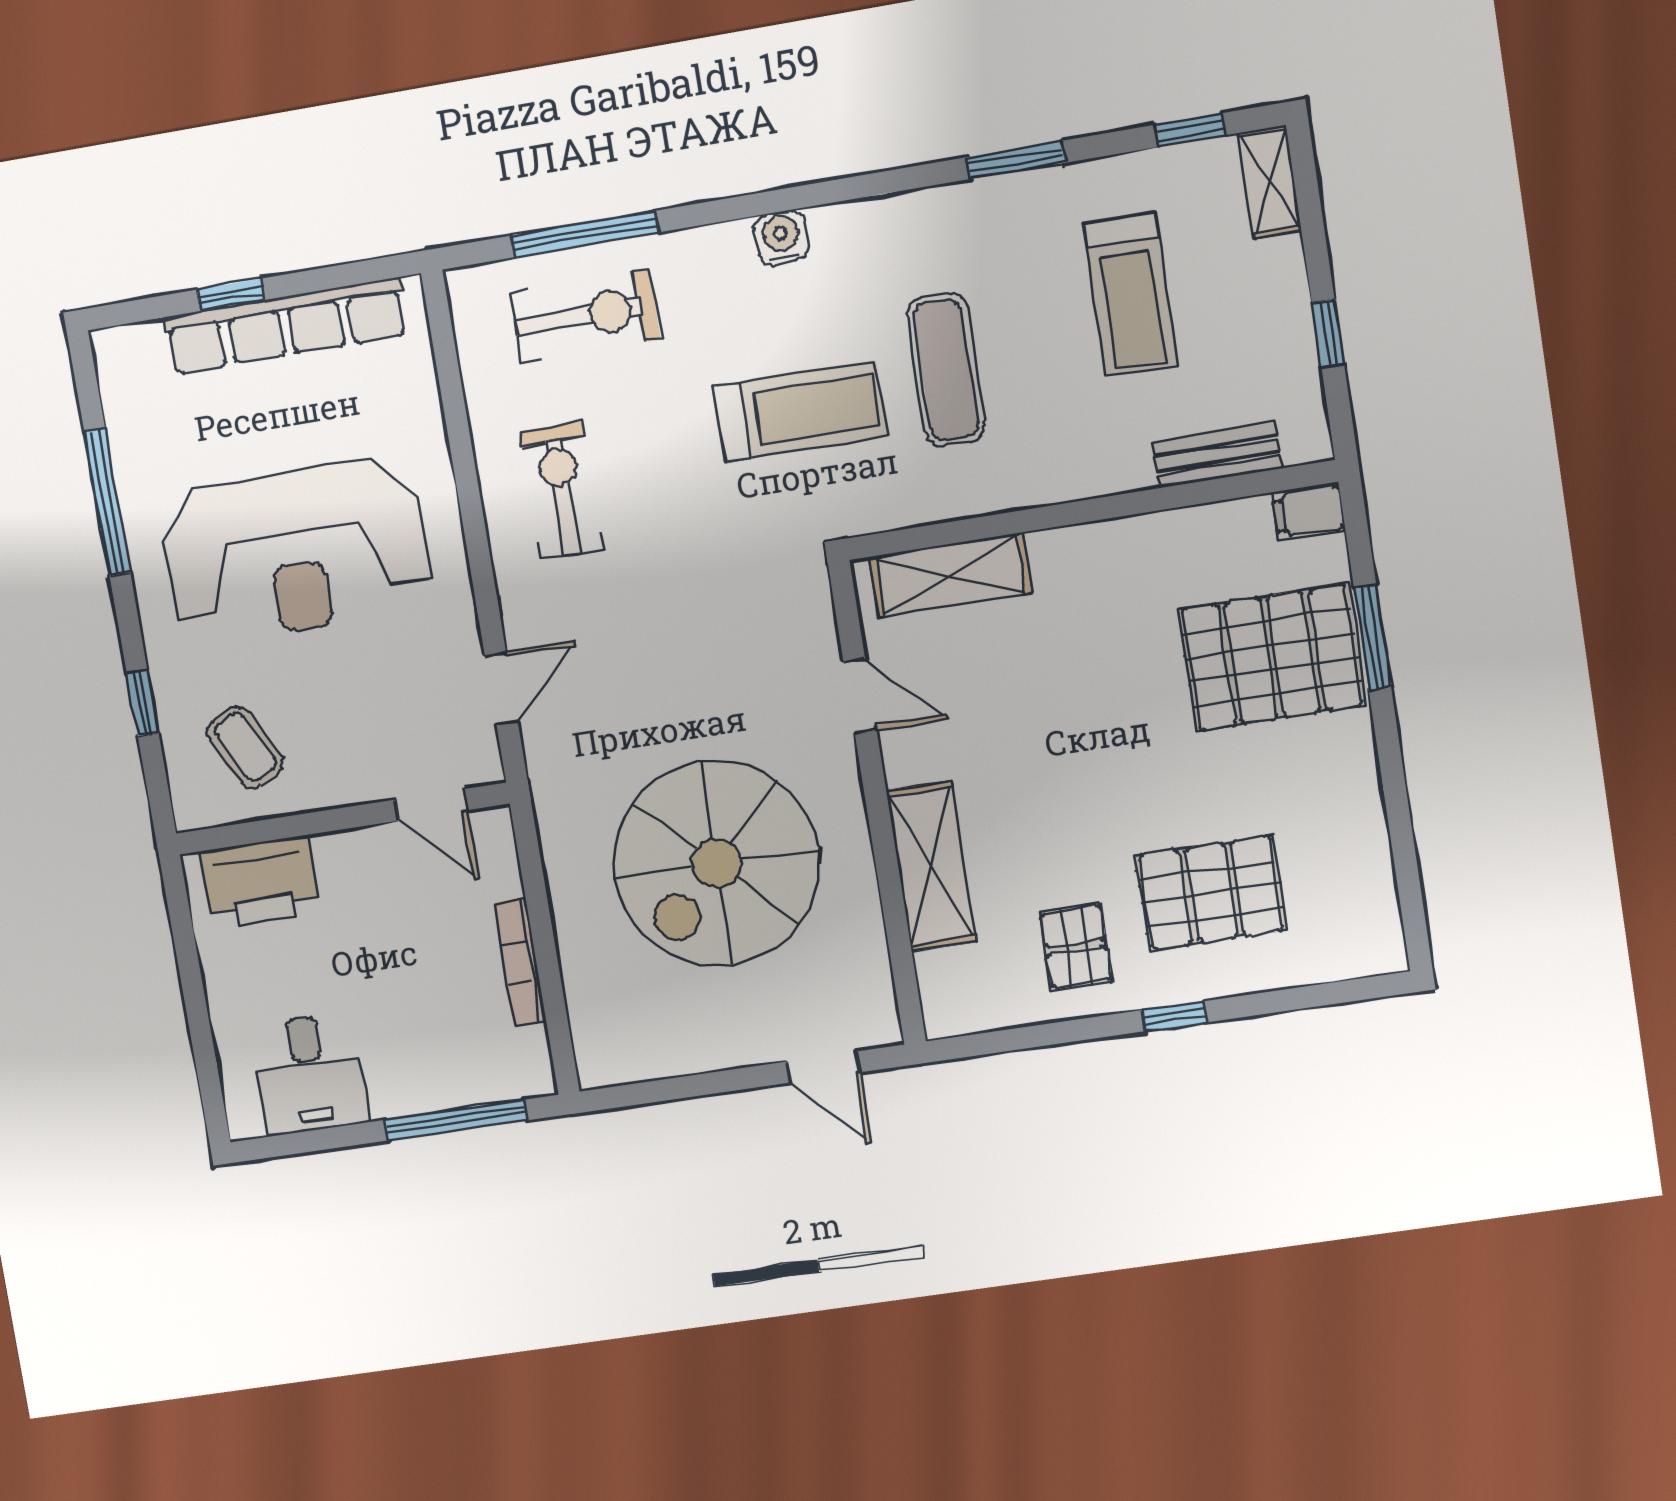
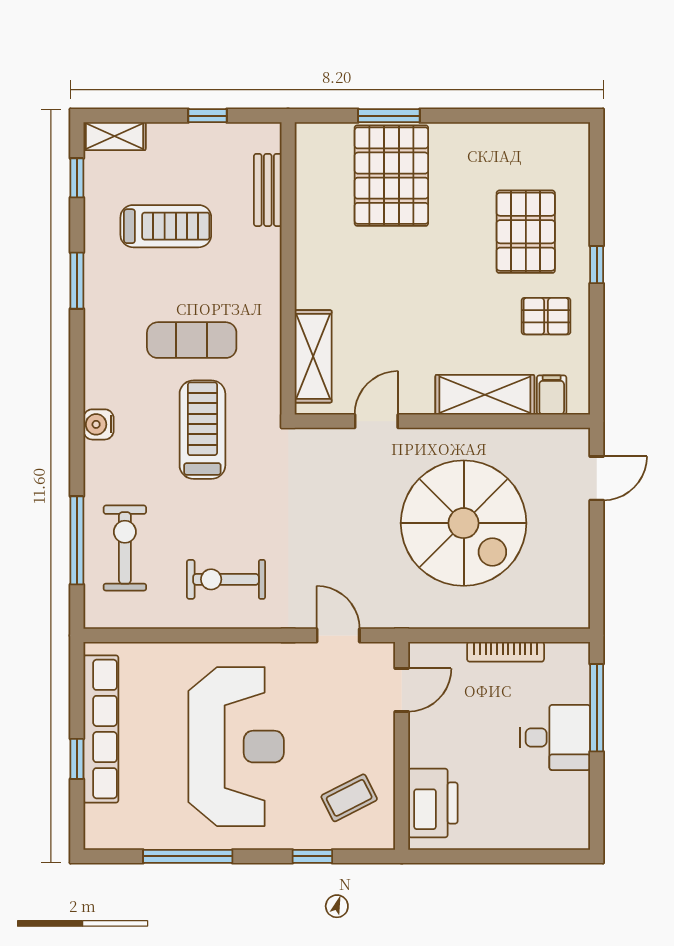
filing cabinet: (1309, 512) -> (552, 395), moved, turned 180
desk: (309, 1074) -> (555, 737), moved

